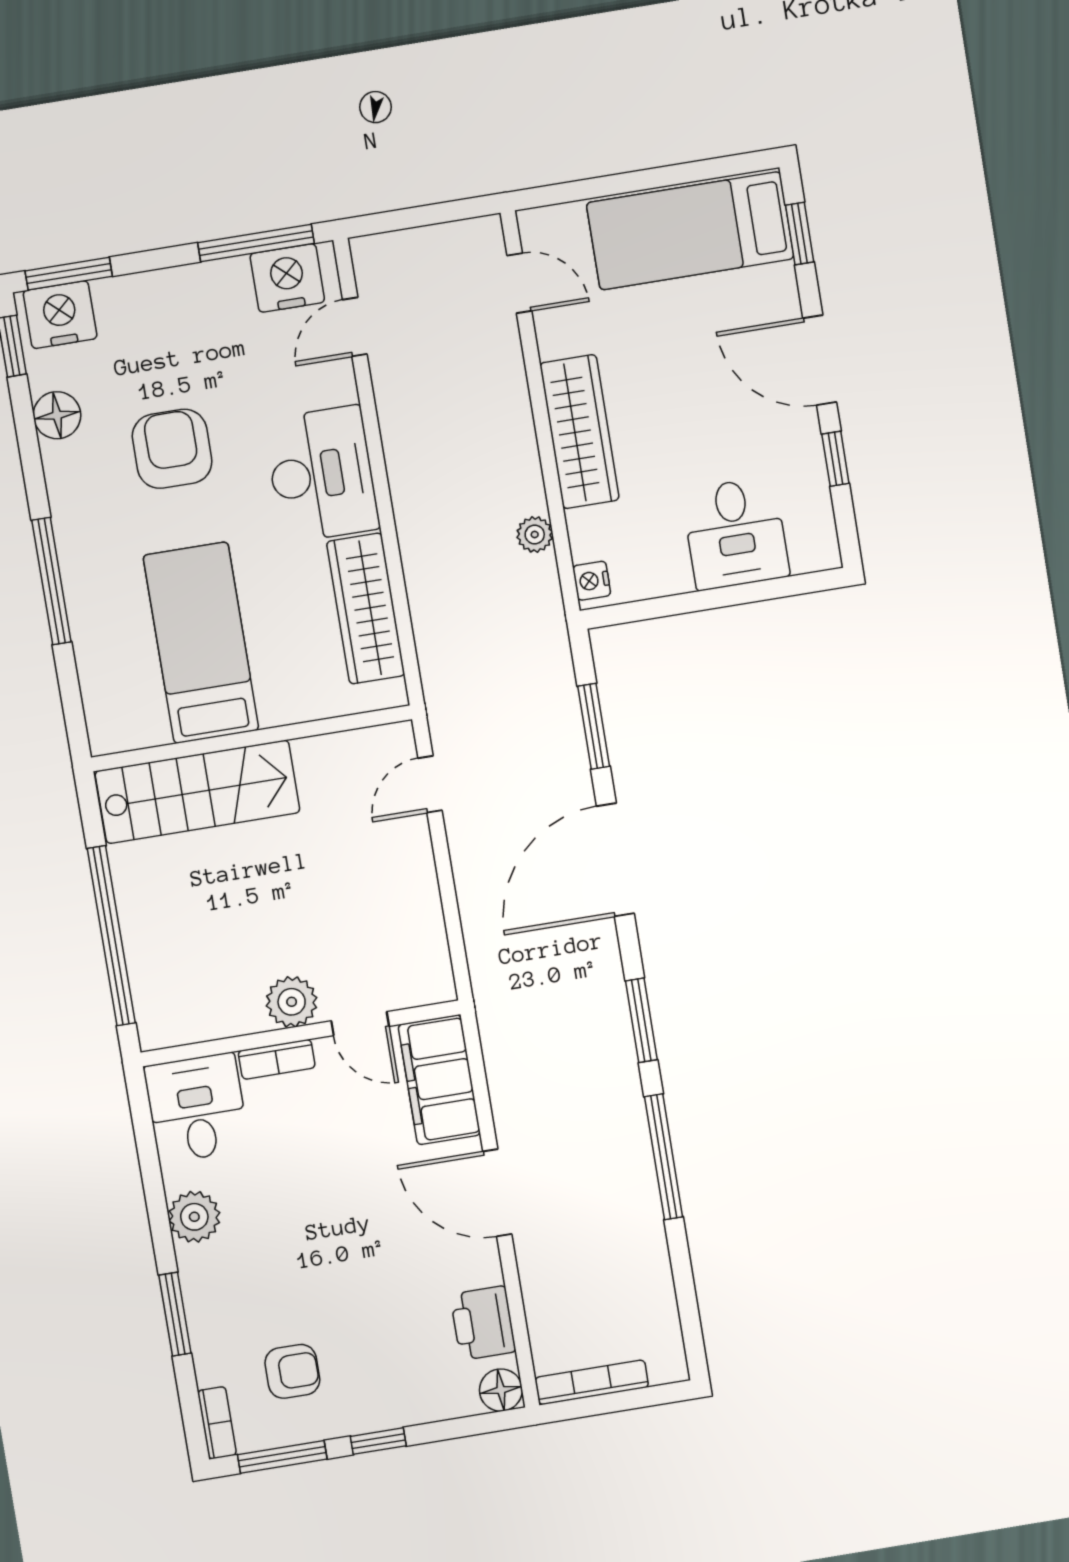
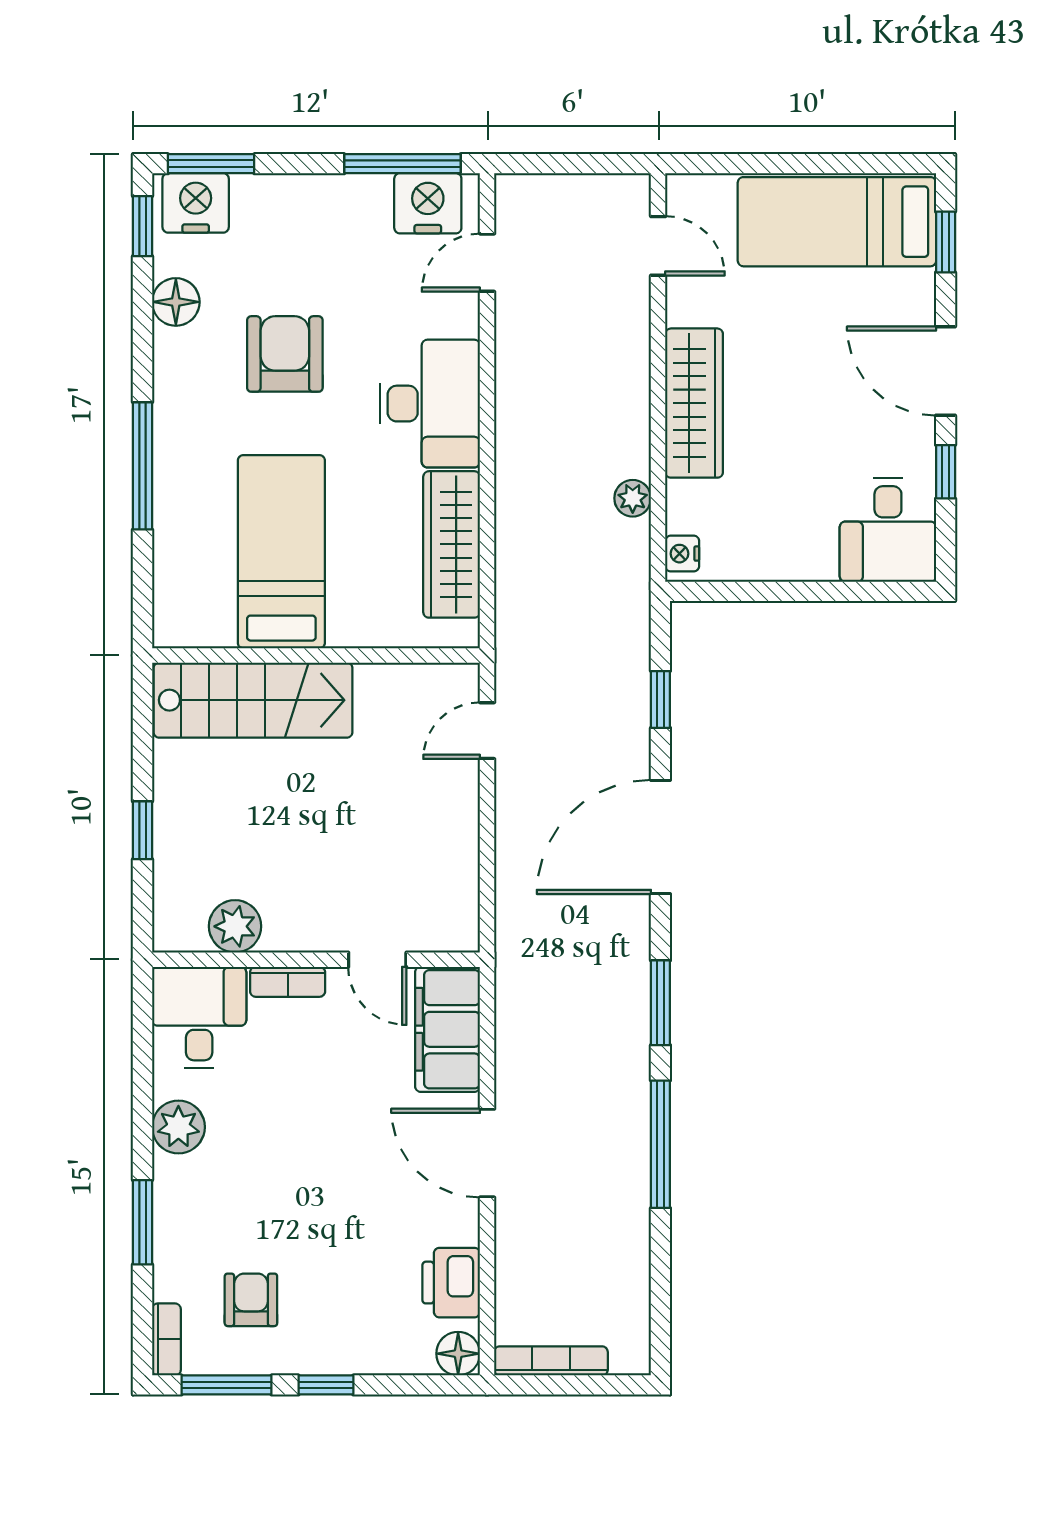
desk: (736, 533) -> (888, 530), moved
window: (594, 726) -> (660, 699), width x0.67
window: (111, 936) -> (143, 830), width x0.32
plant: (292, 1002) -> (235, 926), moved
armchair: (292, 1371) -> (251, 1300), turned -90

